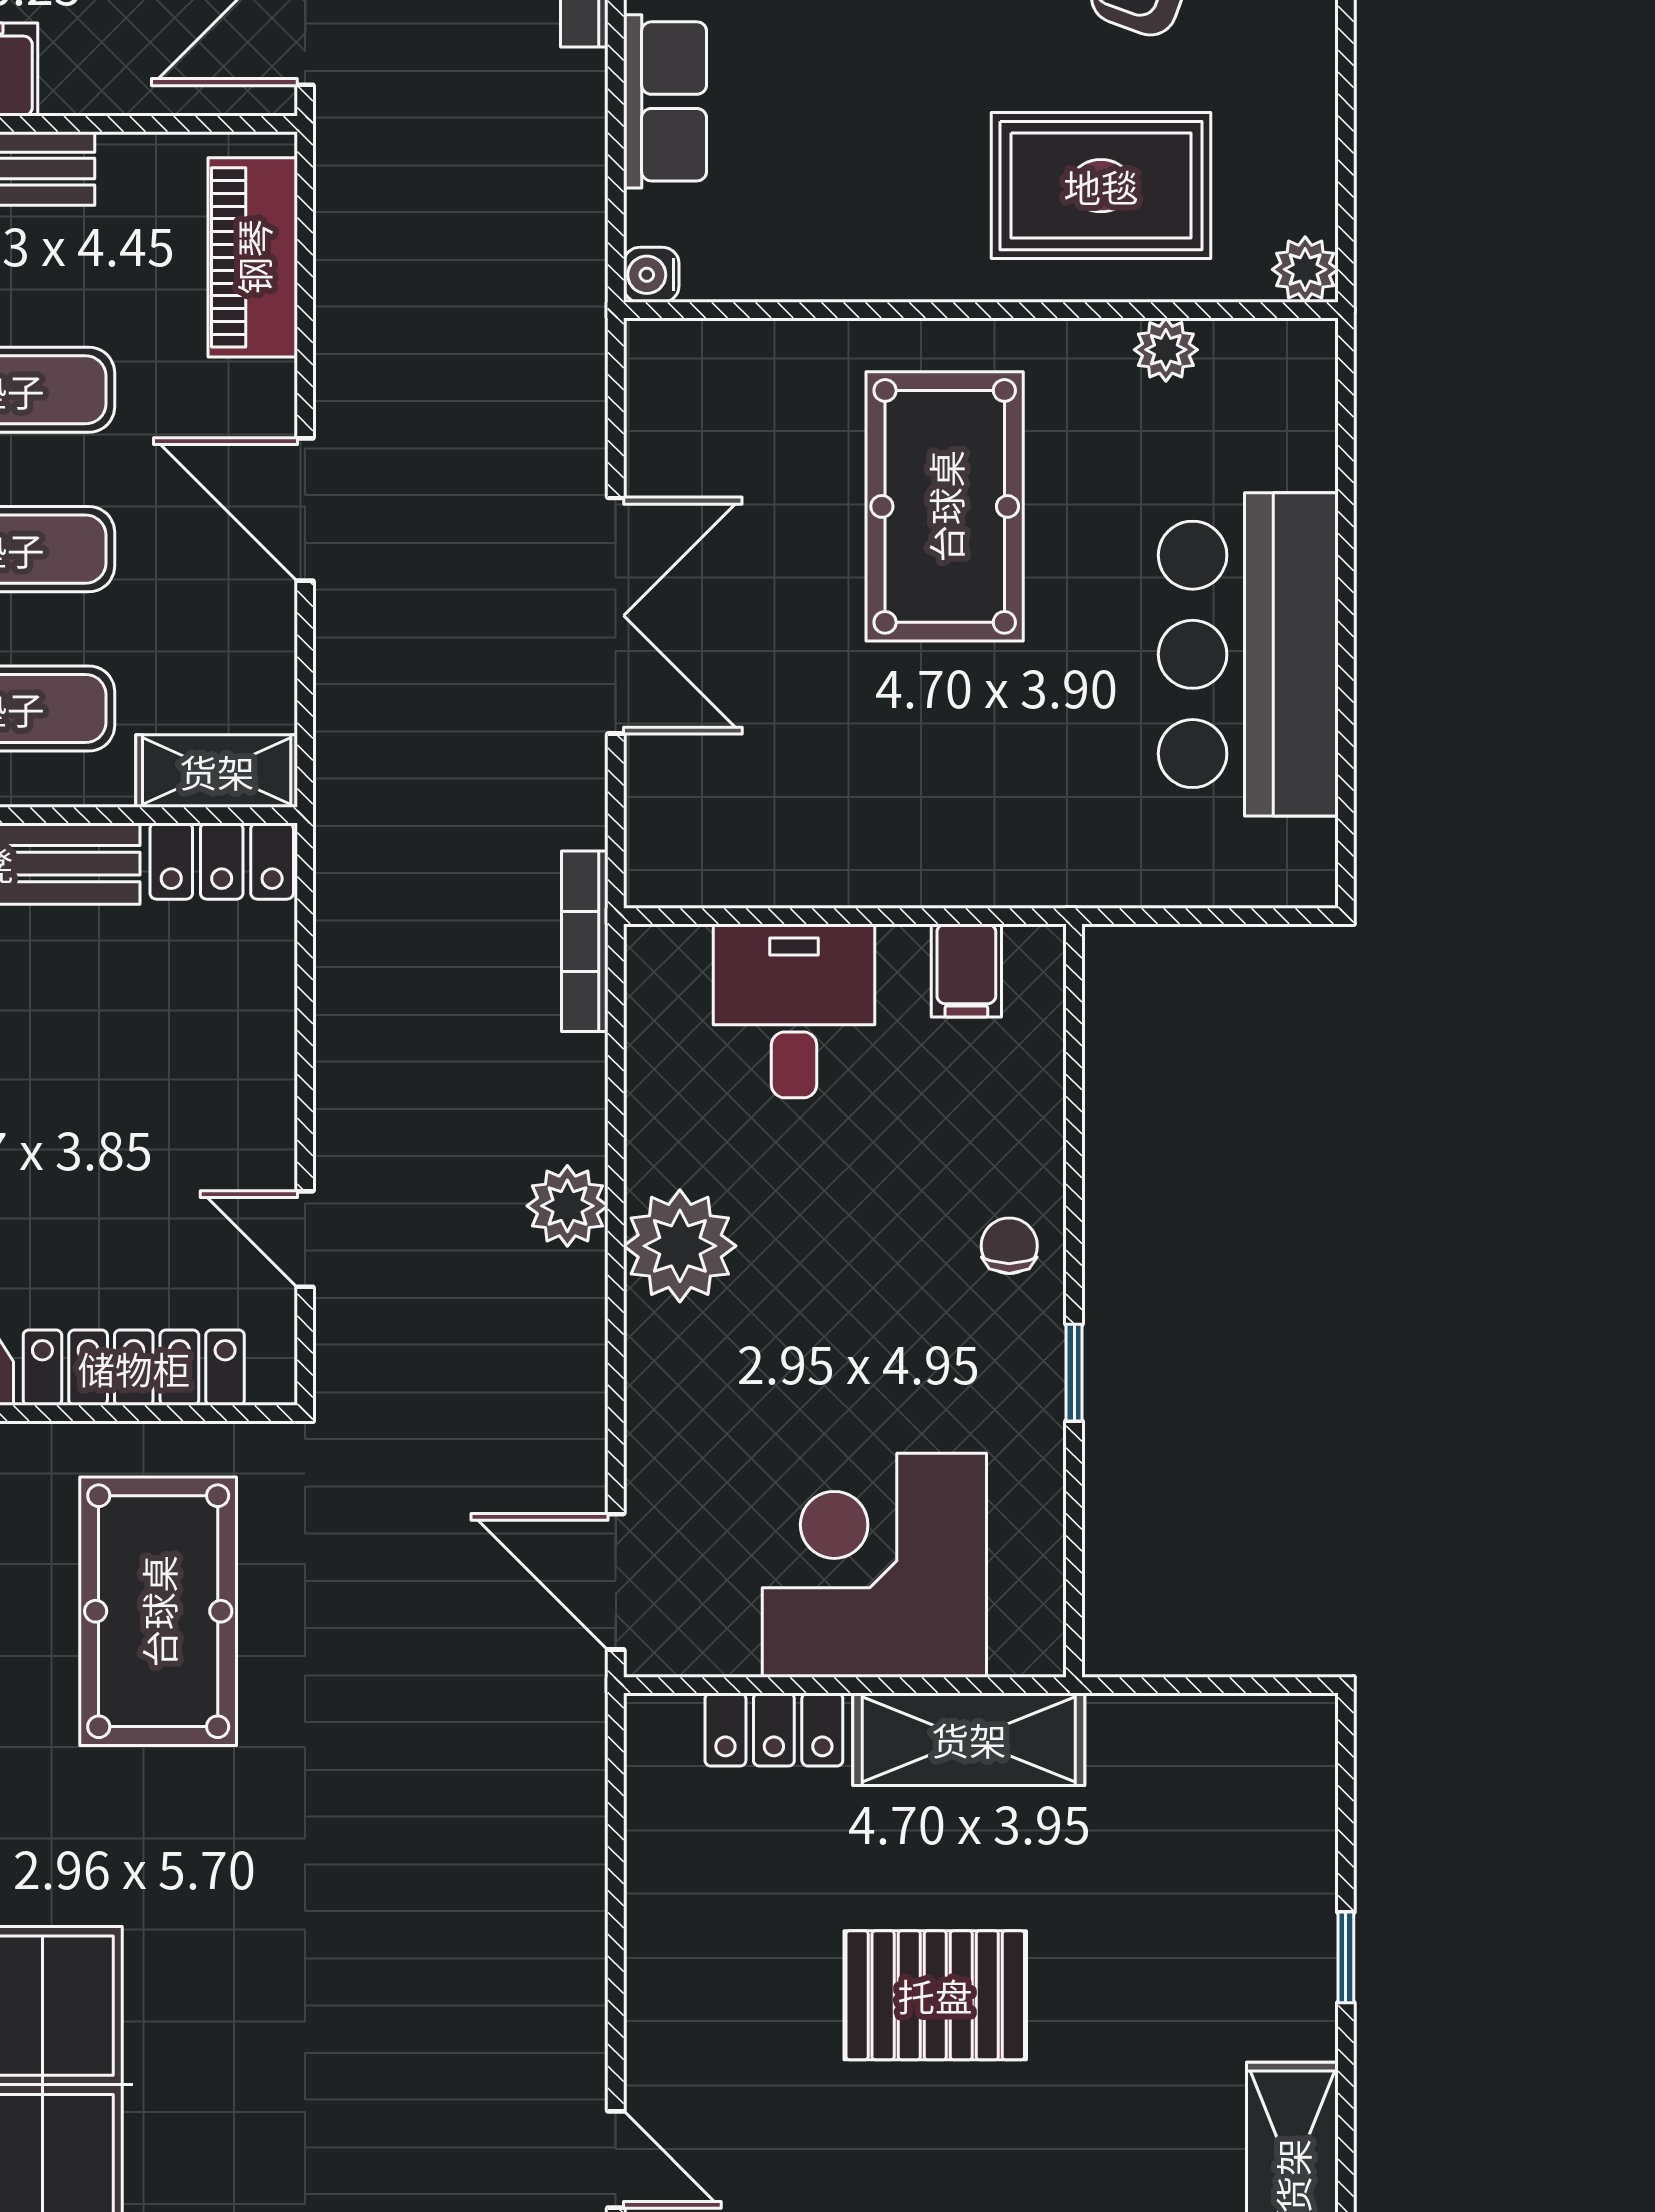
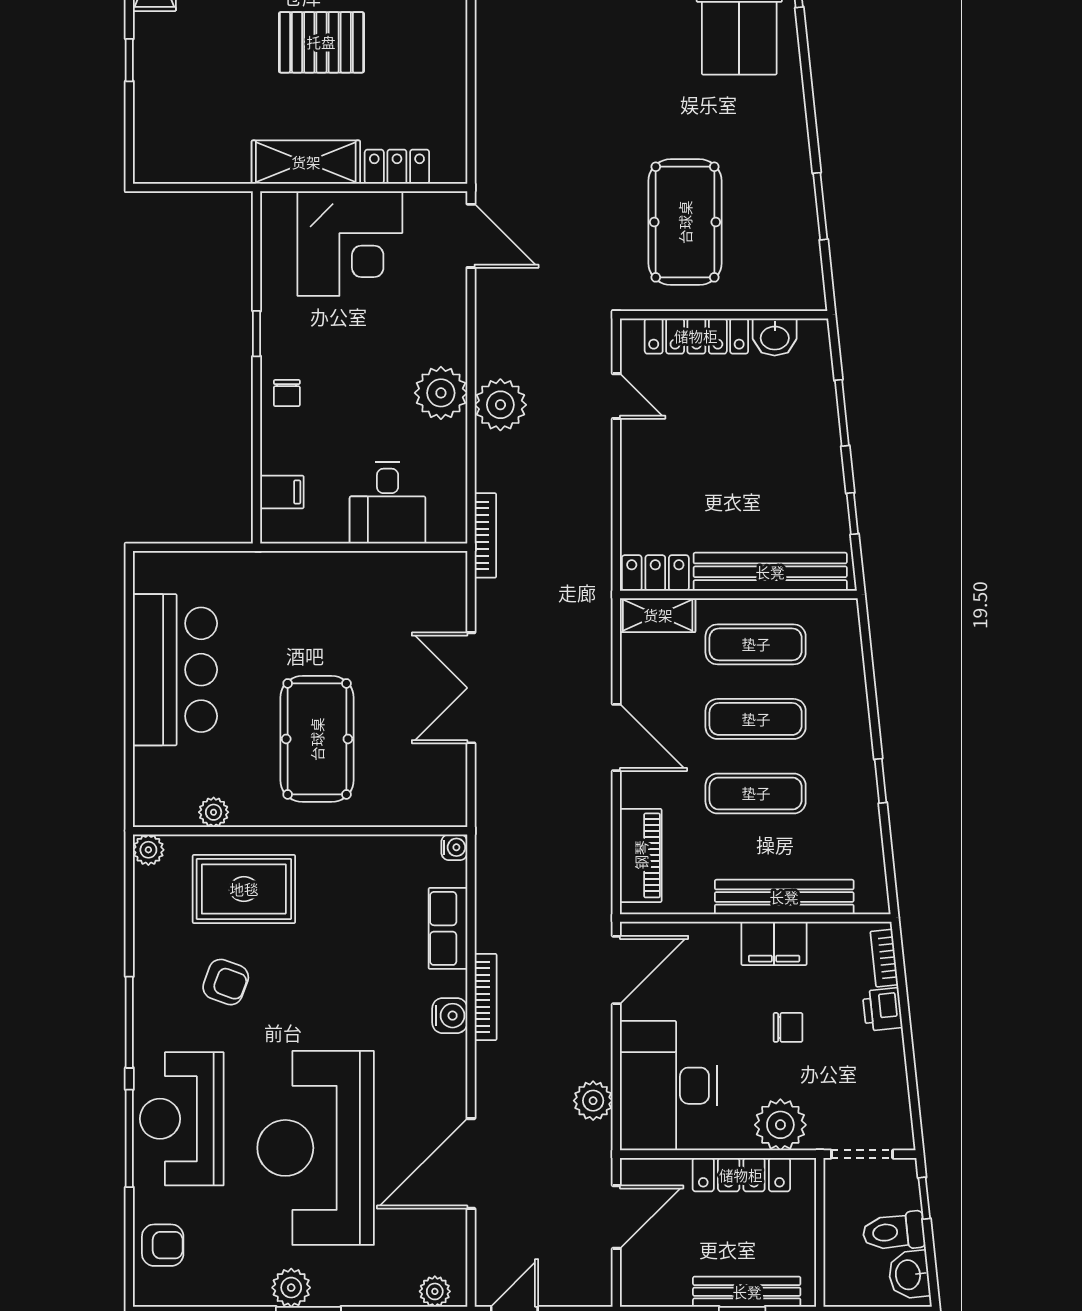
filing cabinet: (966, 970) -> (282, 492), moved, turned 90
plant: (567, 1206) -> (500, 405), width x1.36, depth x1.36

